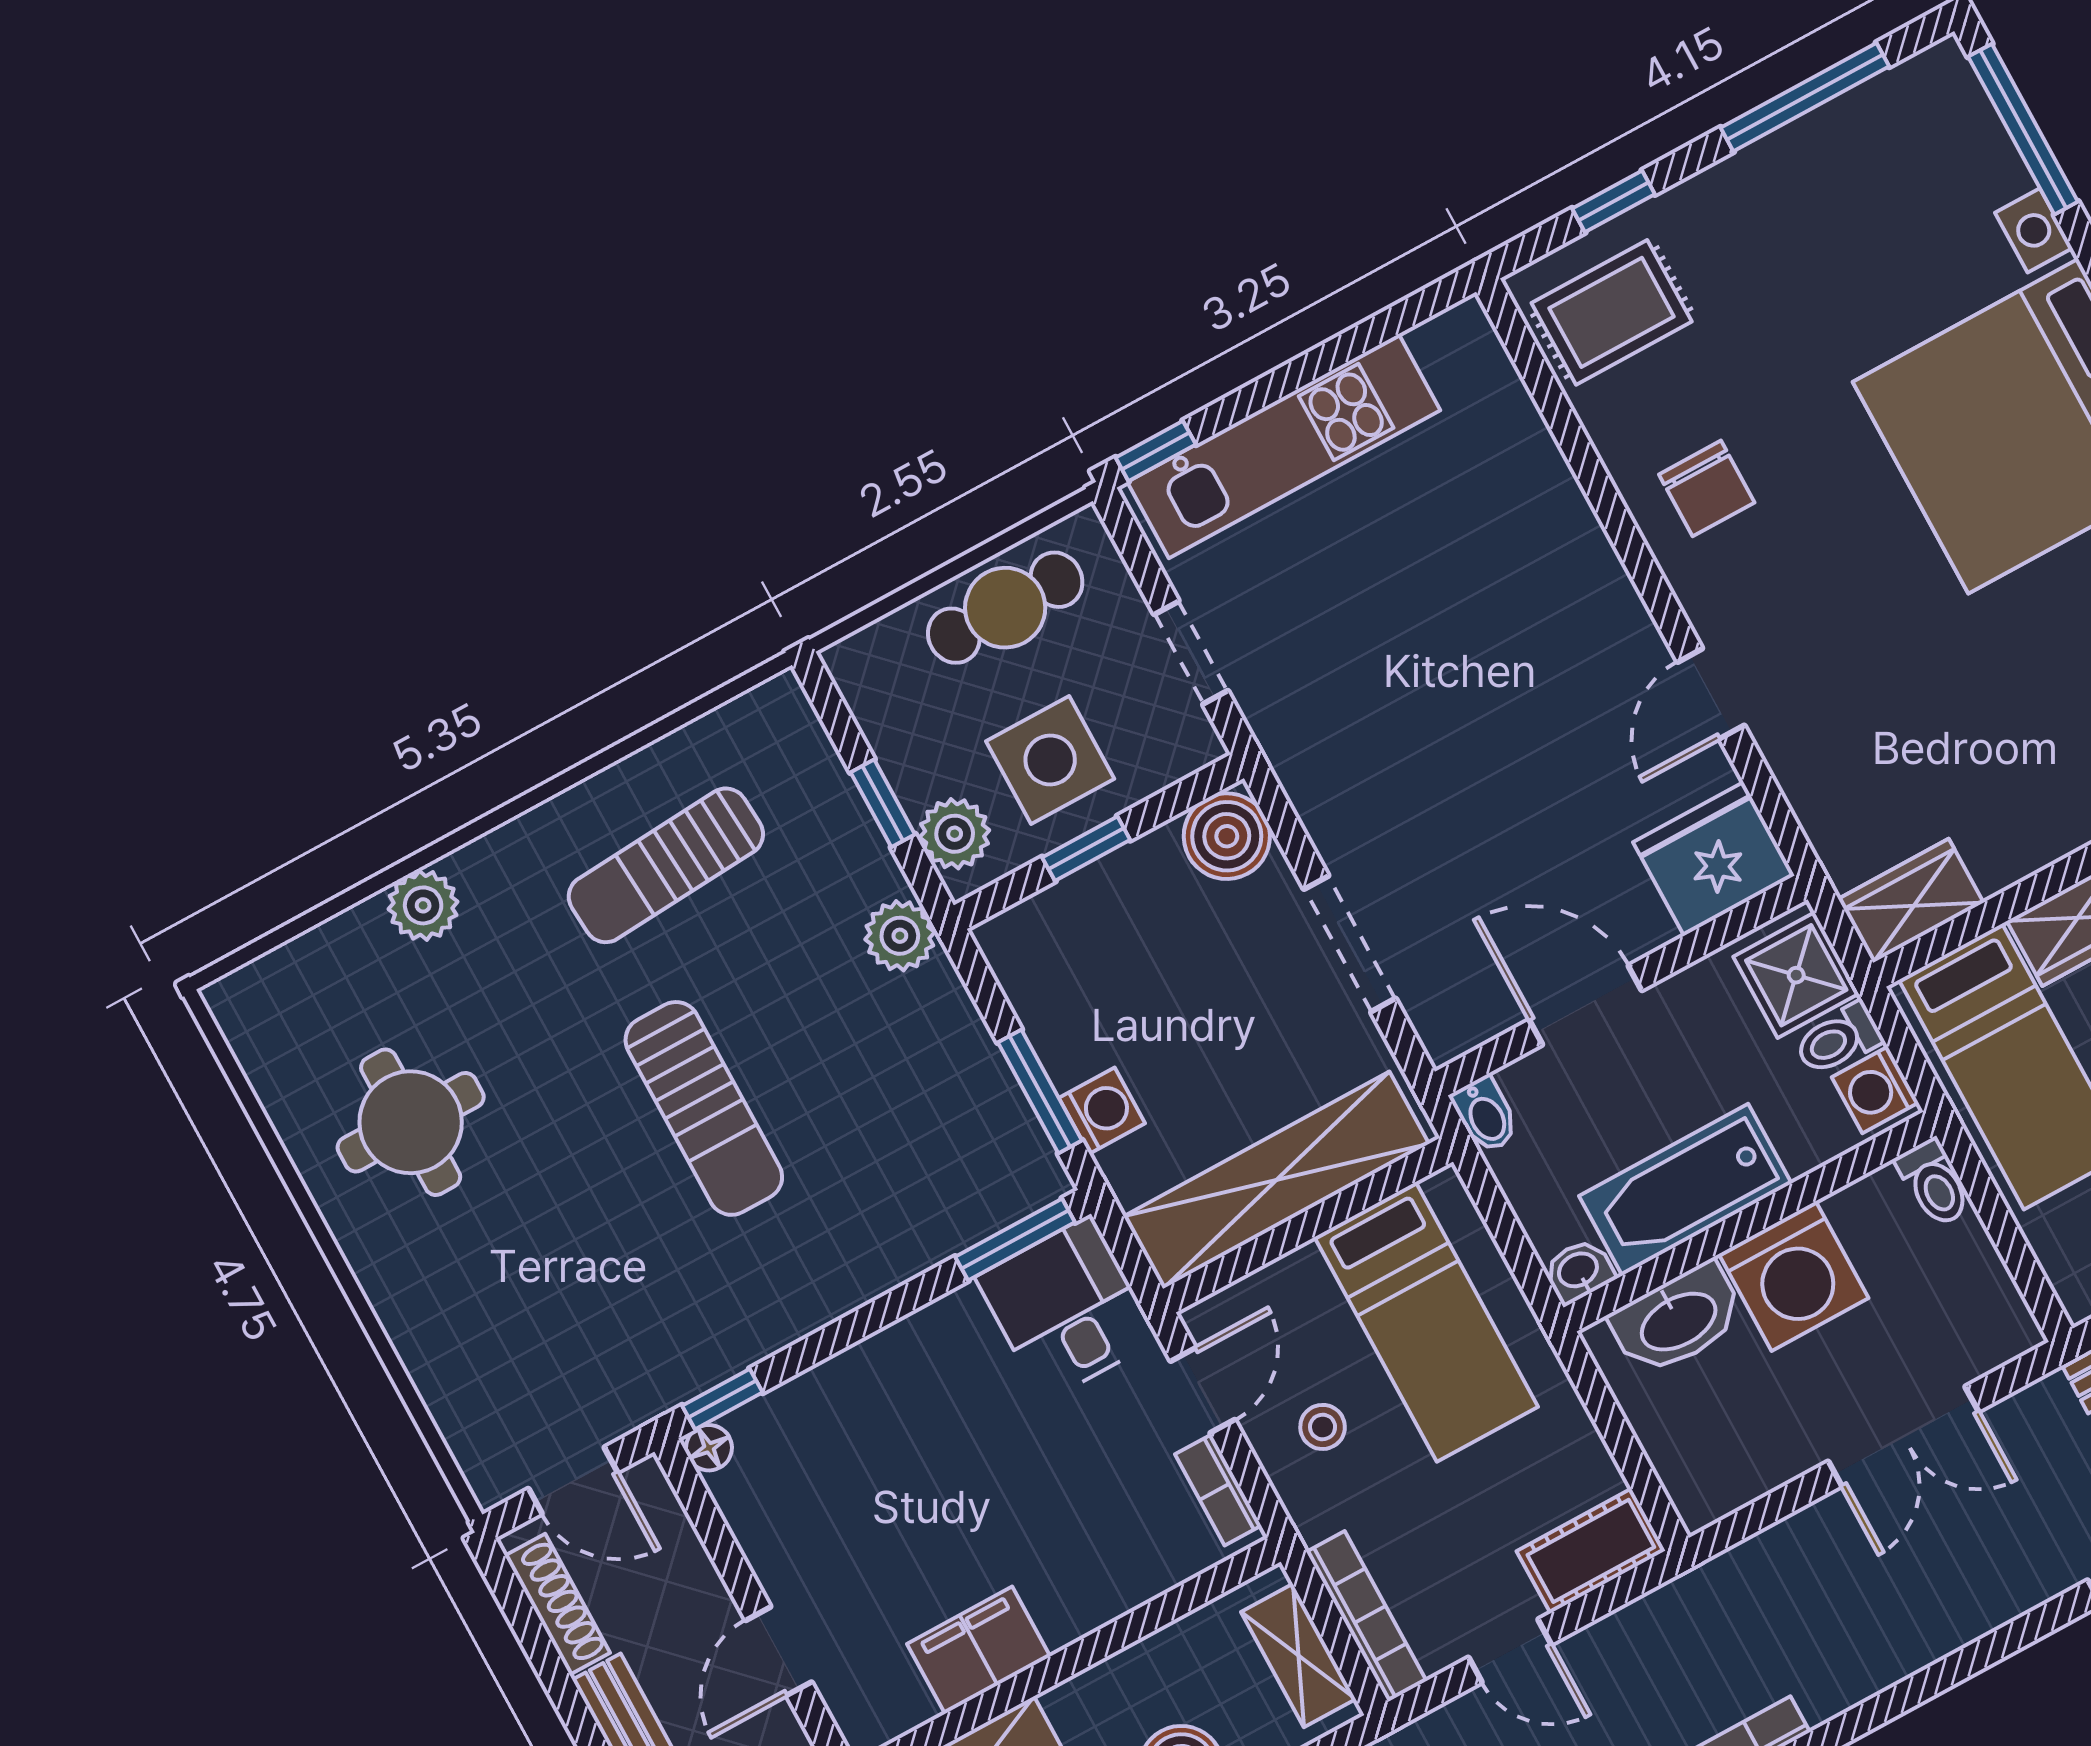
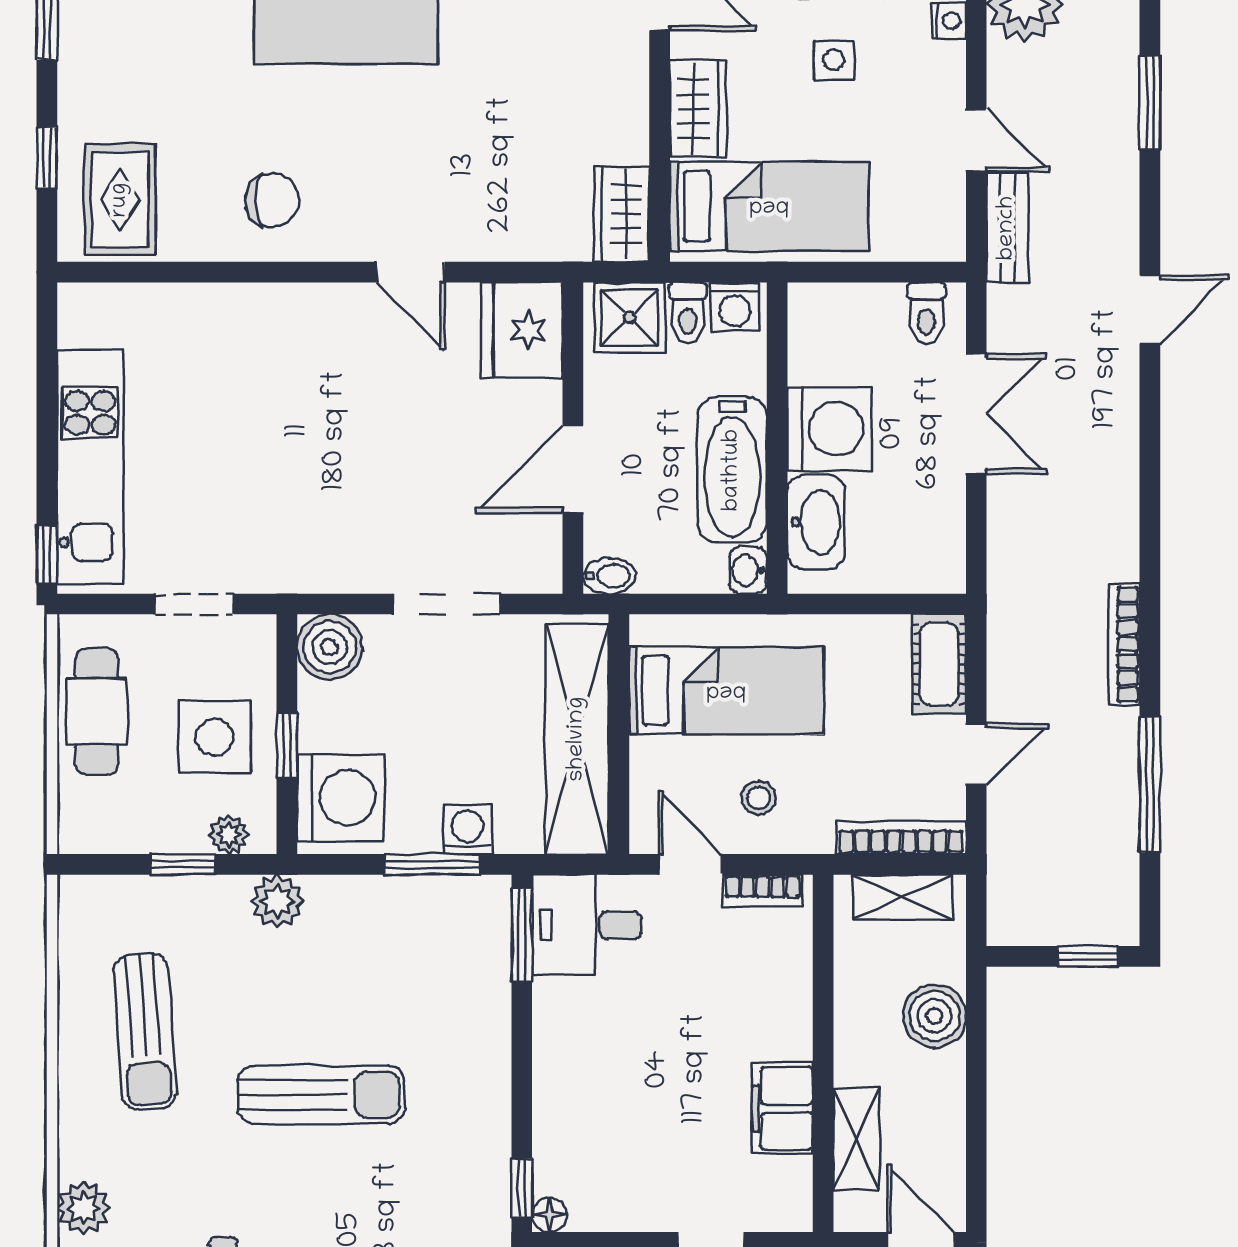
plant: (955, 834) -> (229, 835), width x0.73, depth x0.73
washing machine: (1059, 944) -> (340, 798), added
toilet: (1934, 1183) -> (926, 313), moved, turned 90

